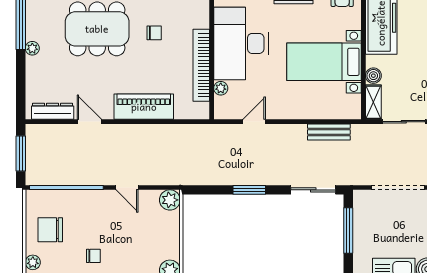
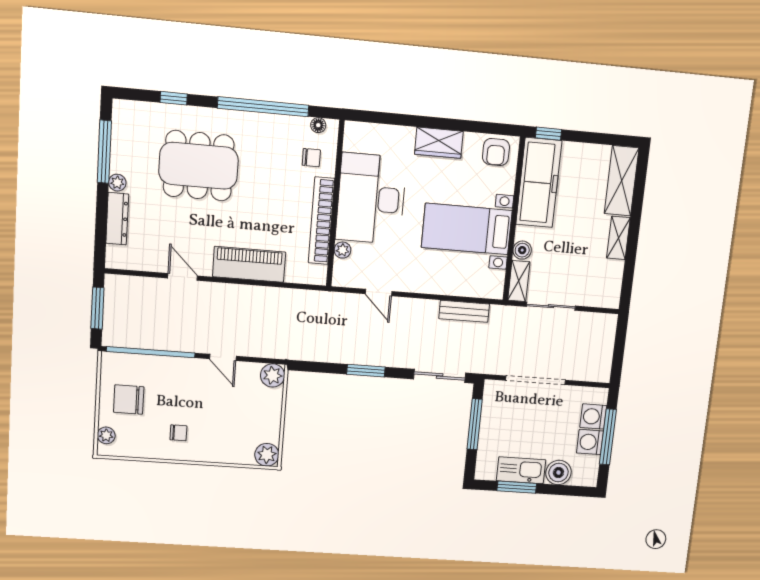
chair: (154, 33) -> (311, 158), moved
dresser: (53, 111) -> (117, 219), moved, turned 90
door: (254, 122) -> (379, 293), swing flipped

